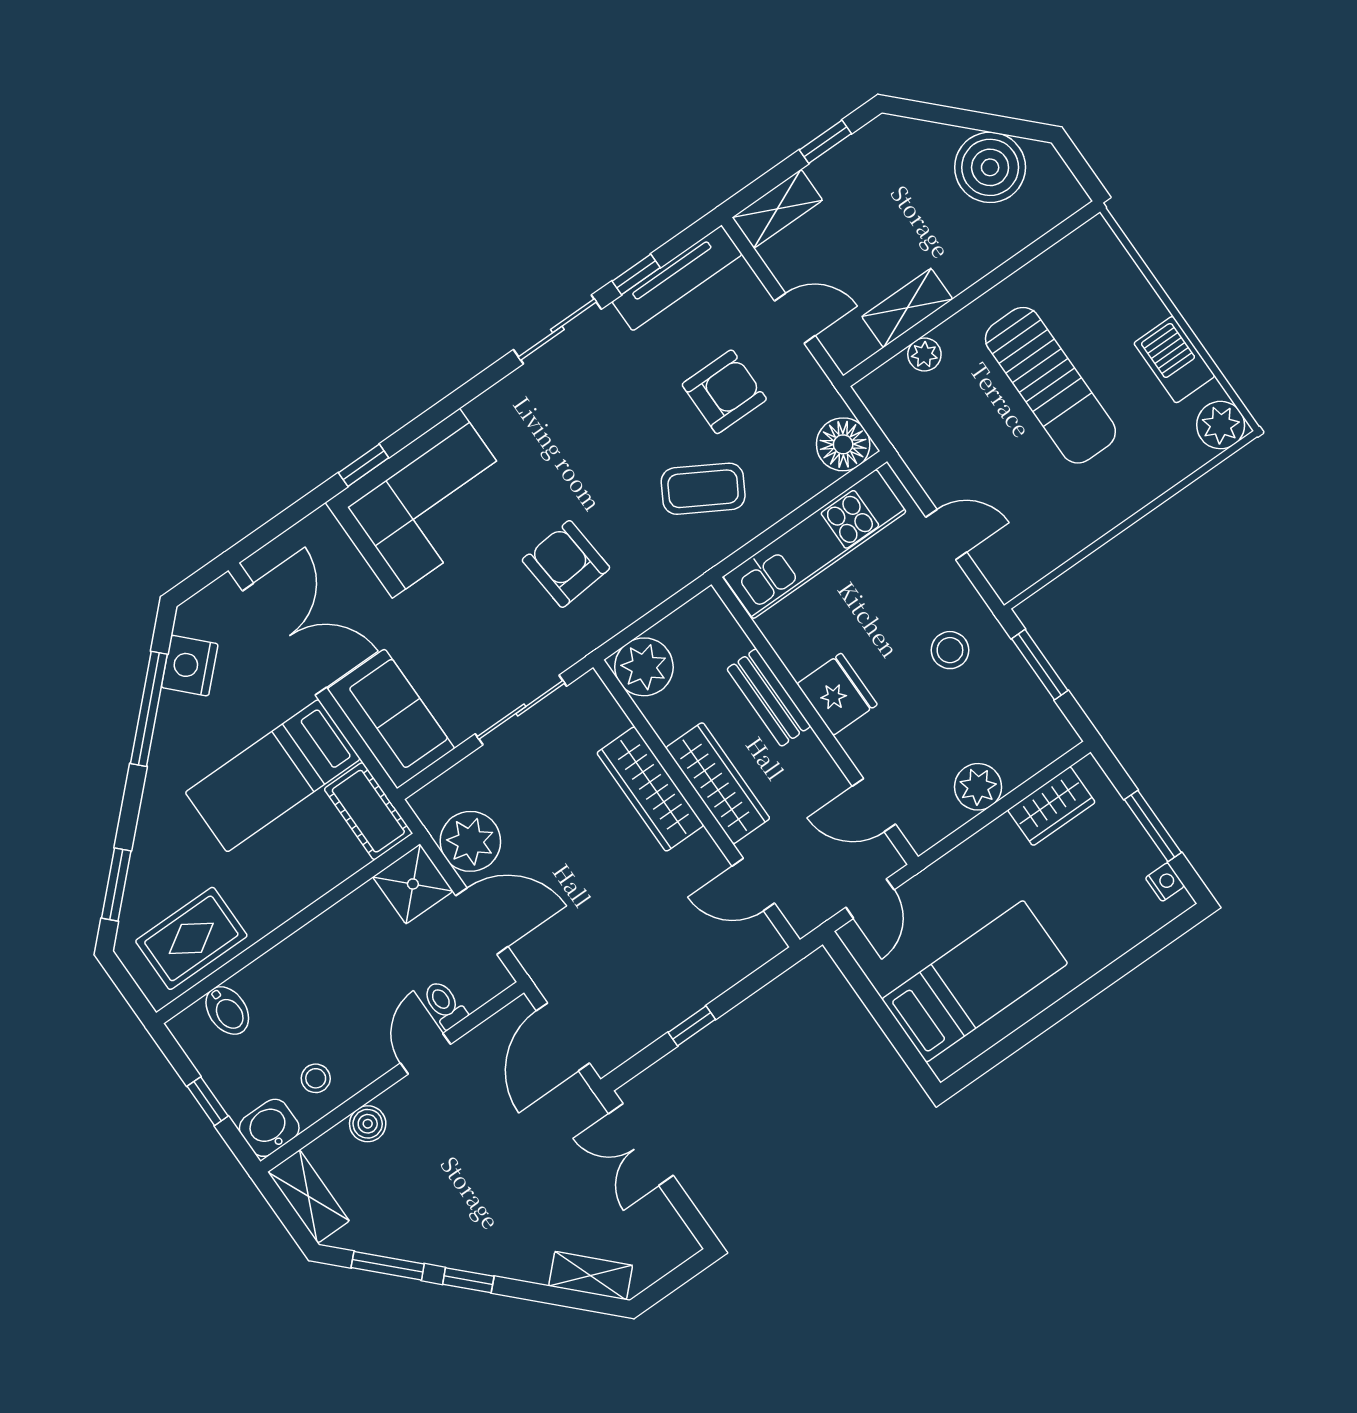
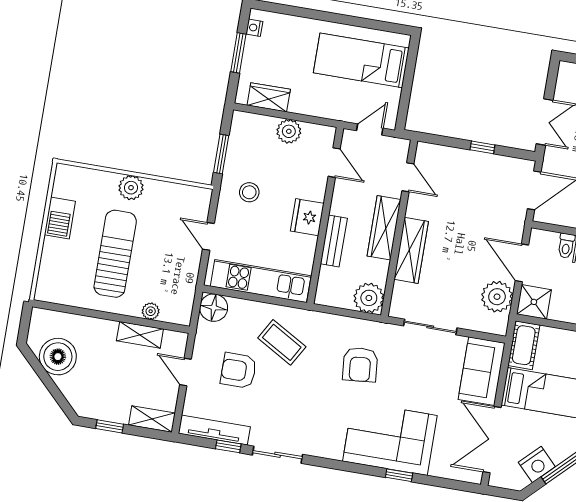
plant: (1221, 425) -> (131, 188), moved

